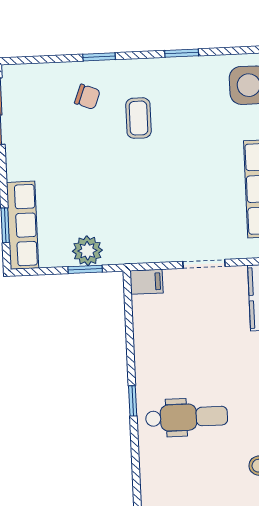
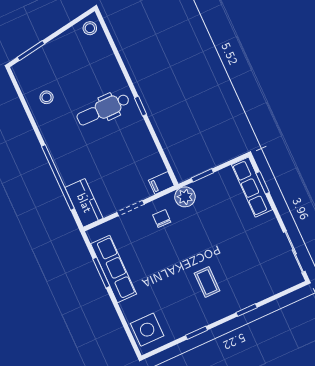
chair: (87, 97) -> (162, 219), moved, turned 70
plant: (87, 251) -> (185, 197), moved

